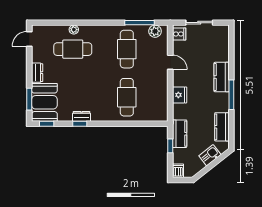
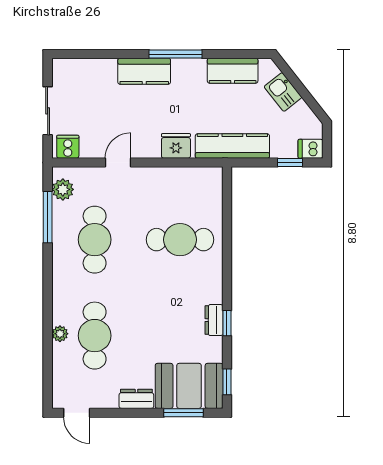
cafe table: (127, 49) -> (95, 240), turned 90
kitchen counter: (180, 134) -> (232, 146), width x1.50
window: (170, 146) -> (290, 162), moved

